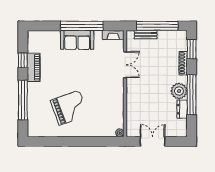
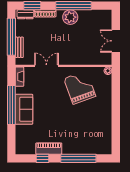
grand piano: (69, 108) -> (80, 87), moved
dresser: (182, 109) -> (25, 14), moved

